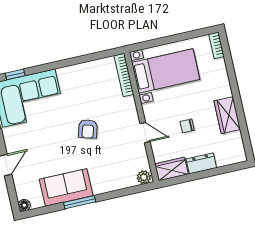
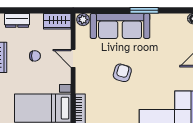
dresser: (201, 163) -> (17, 20), moved
sofa: (66, 187) -> (120, 26), moved, width x1.36

